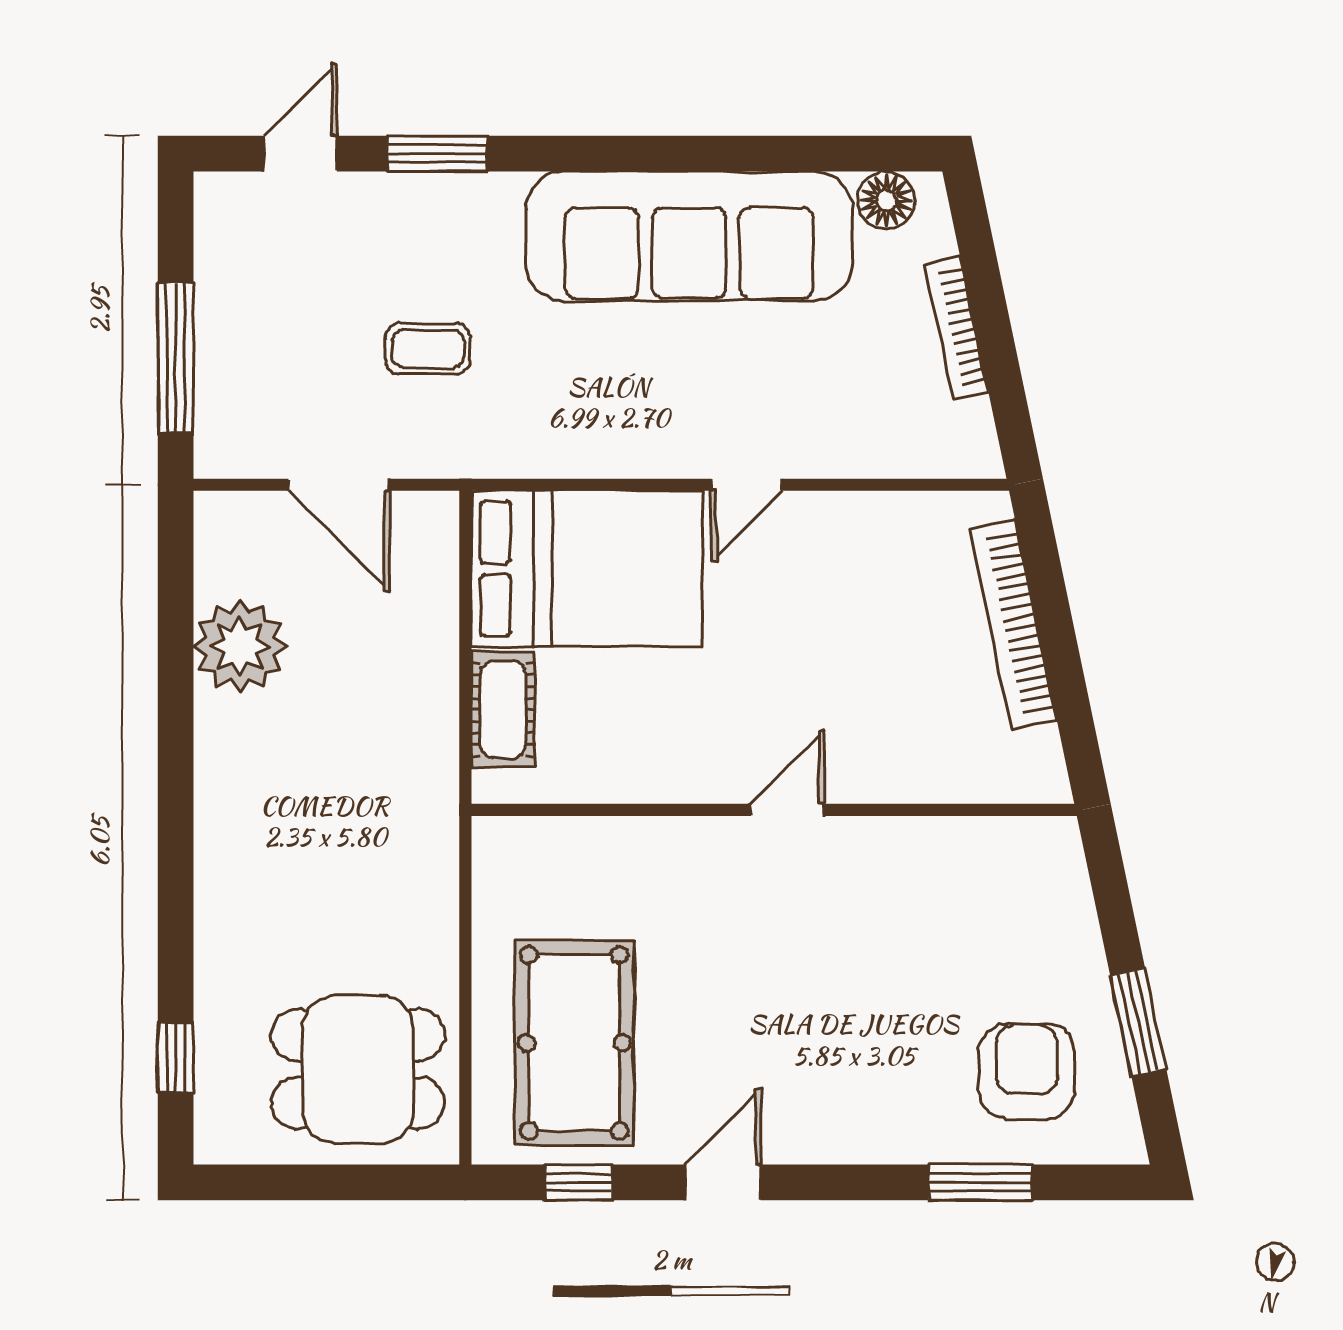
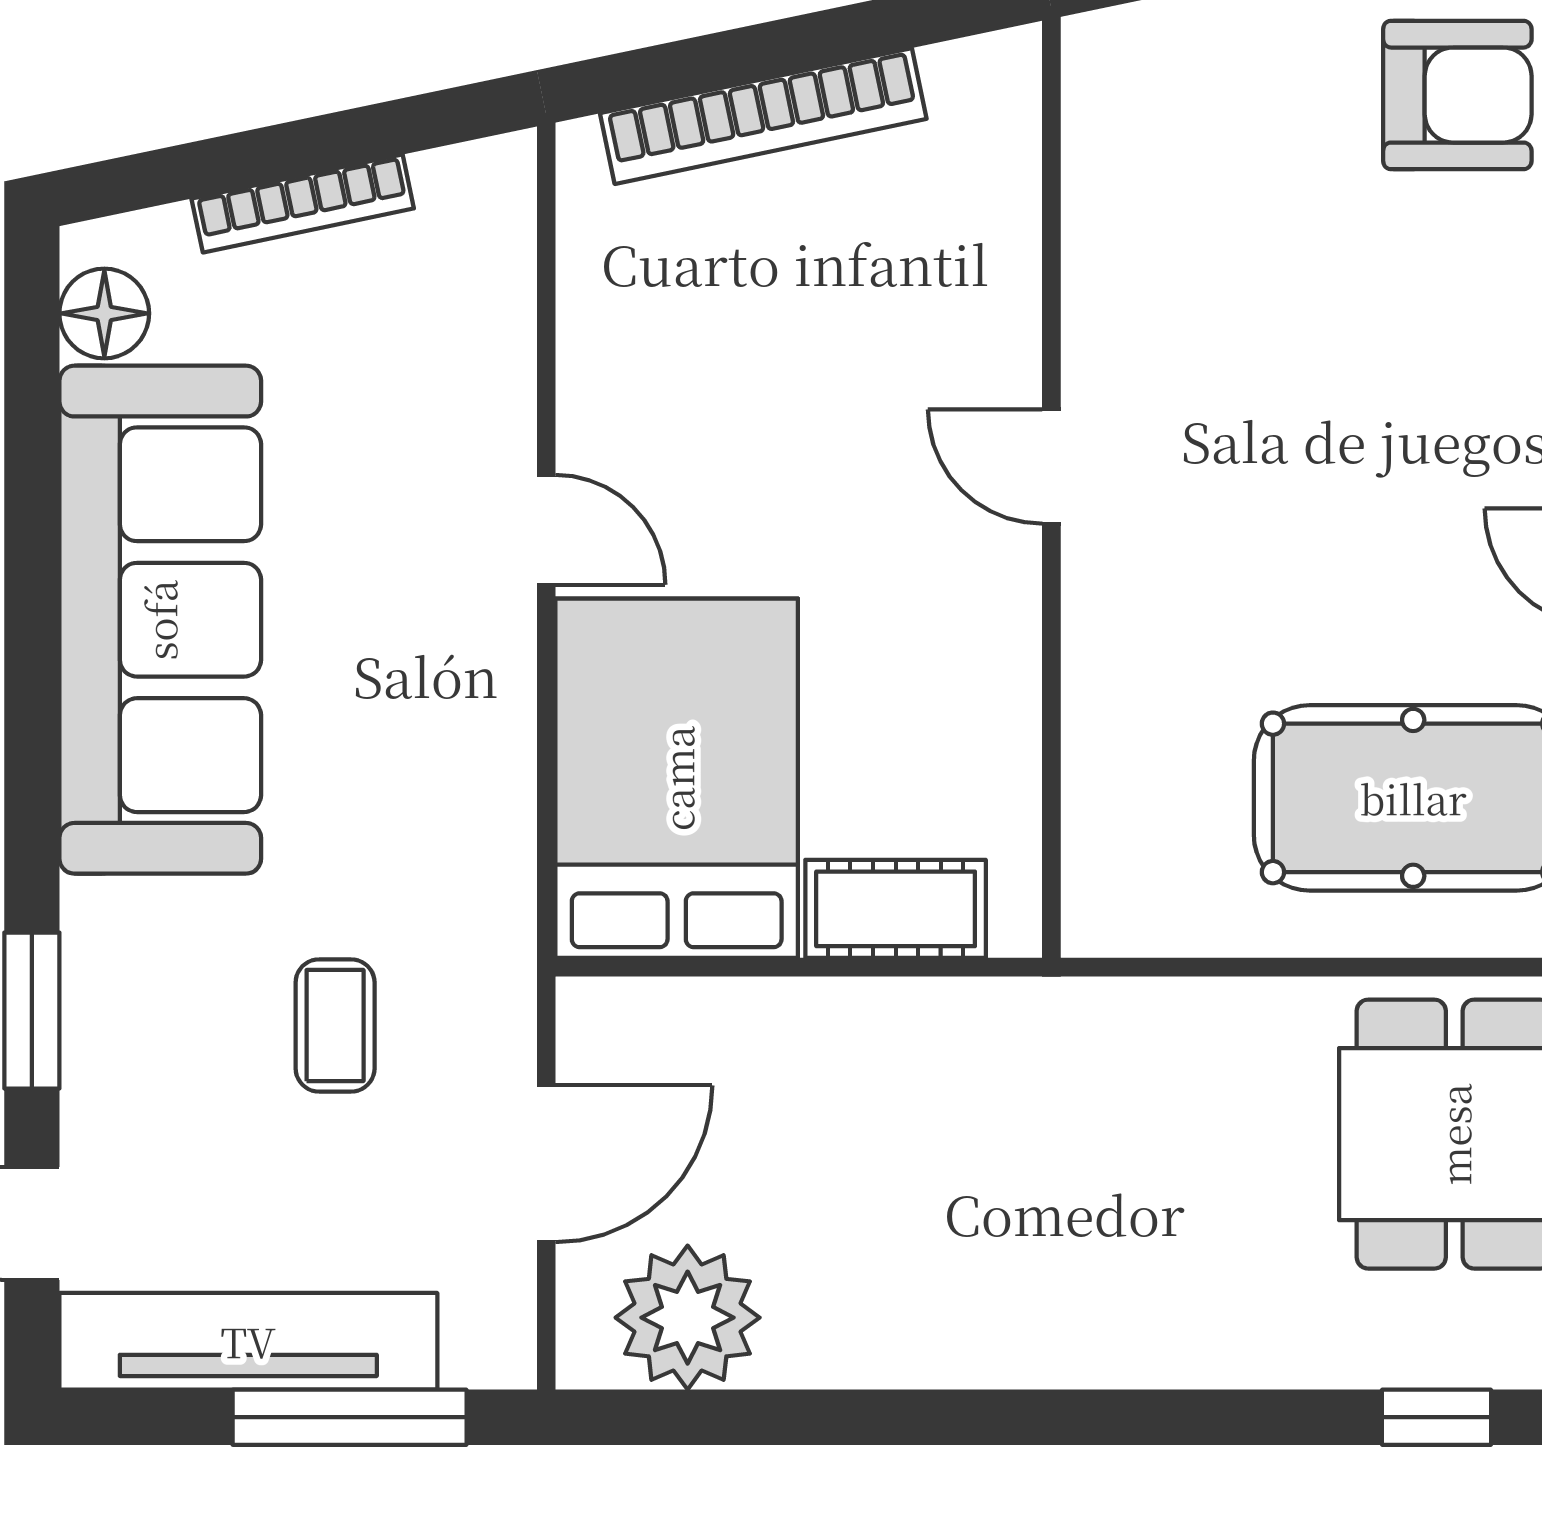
tv unit: (225, 293) -> (248, 1341), added
plant: (240, 646) -> (688, 1318), moved
armchair: (1027, 1071) -> (1457, 95), turned 180

